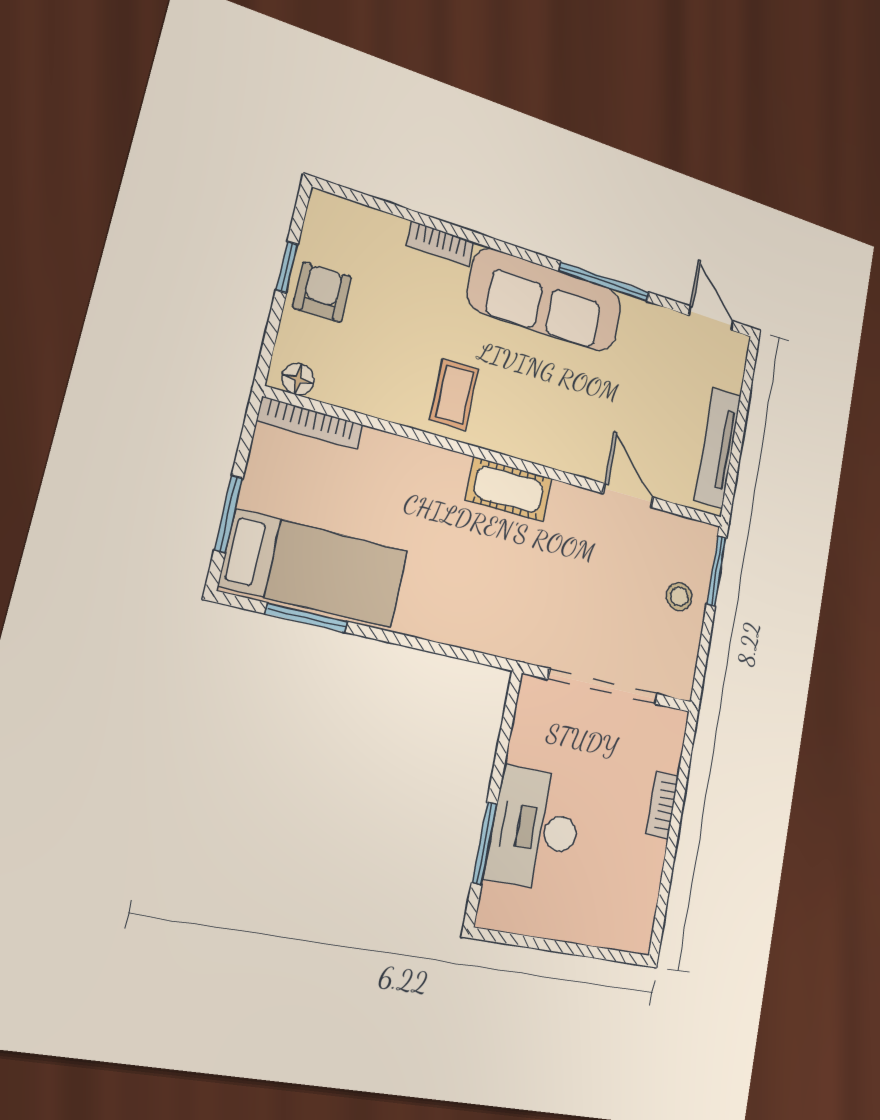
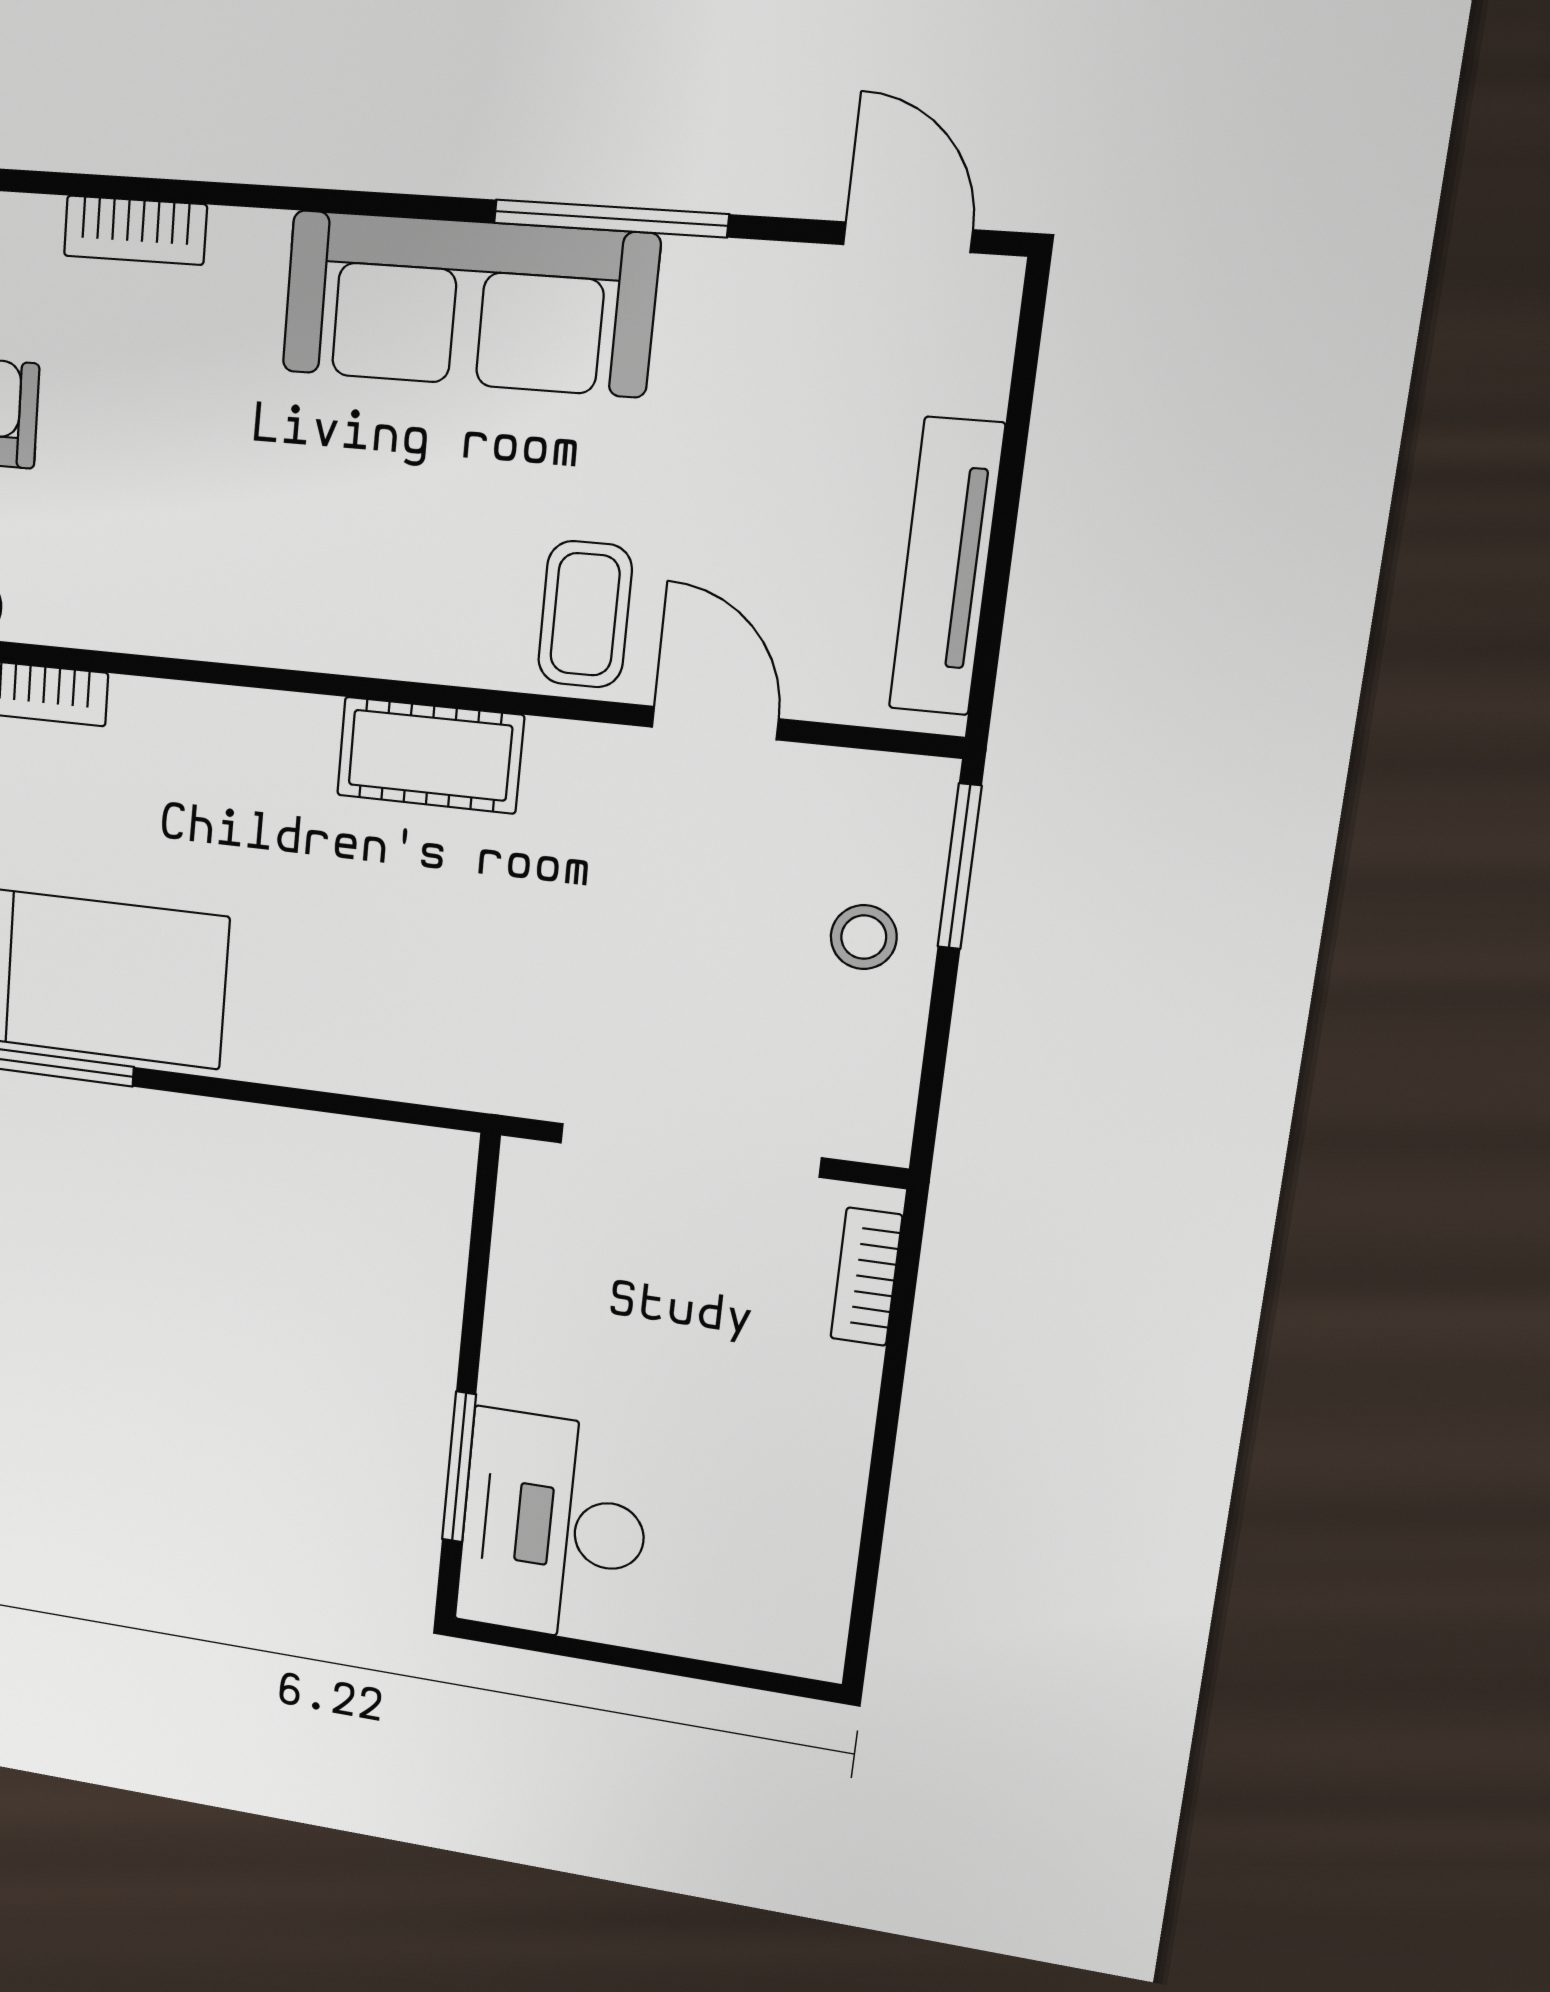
bookcase: (441, 243) -> (135, 230), moved
coffee table: (454, 394) -> (585, 614), moved
bookcase: (662, 805) -> (866, 1277), moved
desk: (535, 829) -> (554, 1527), moved

